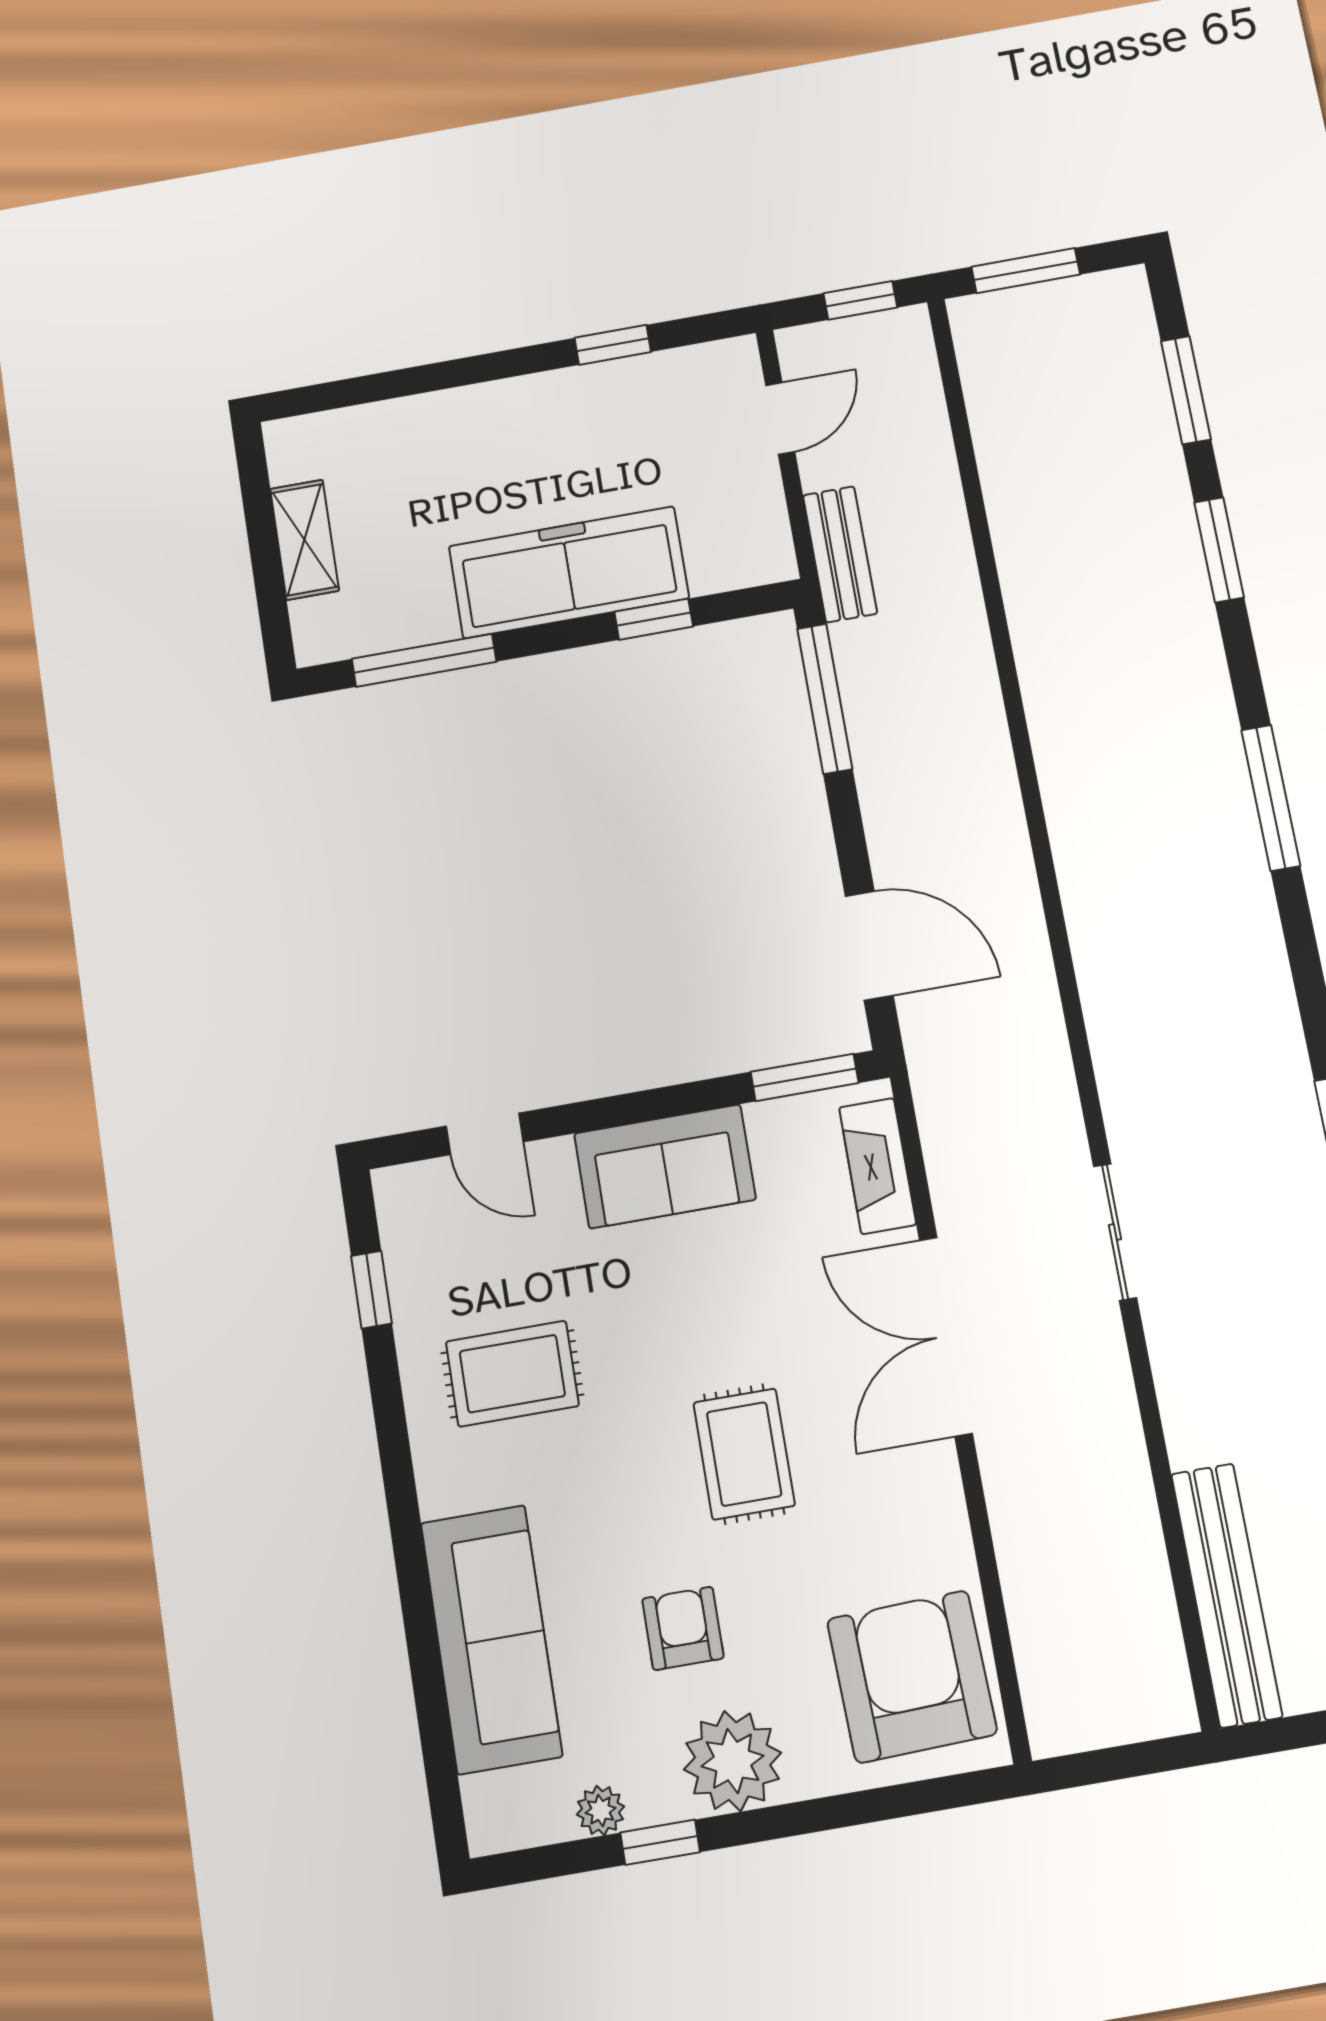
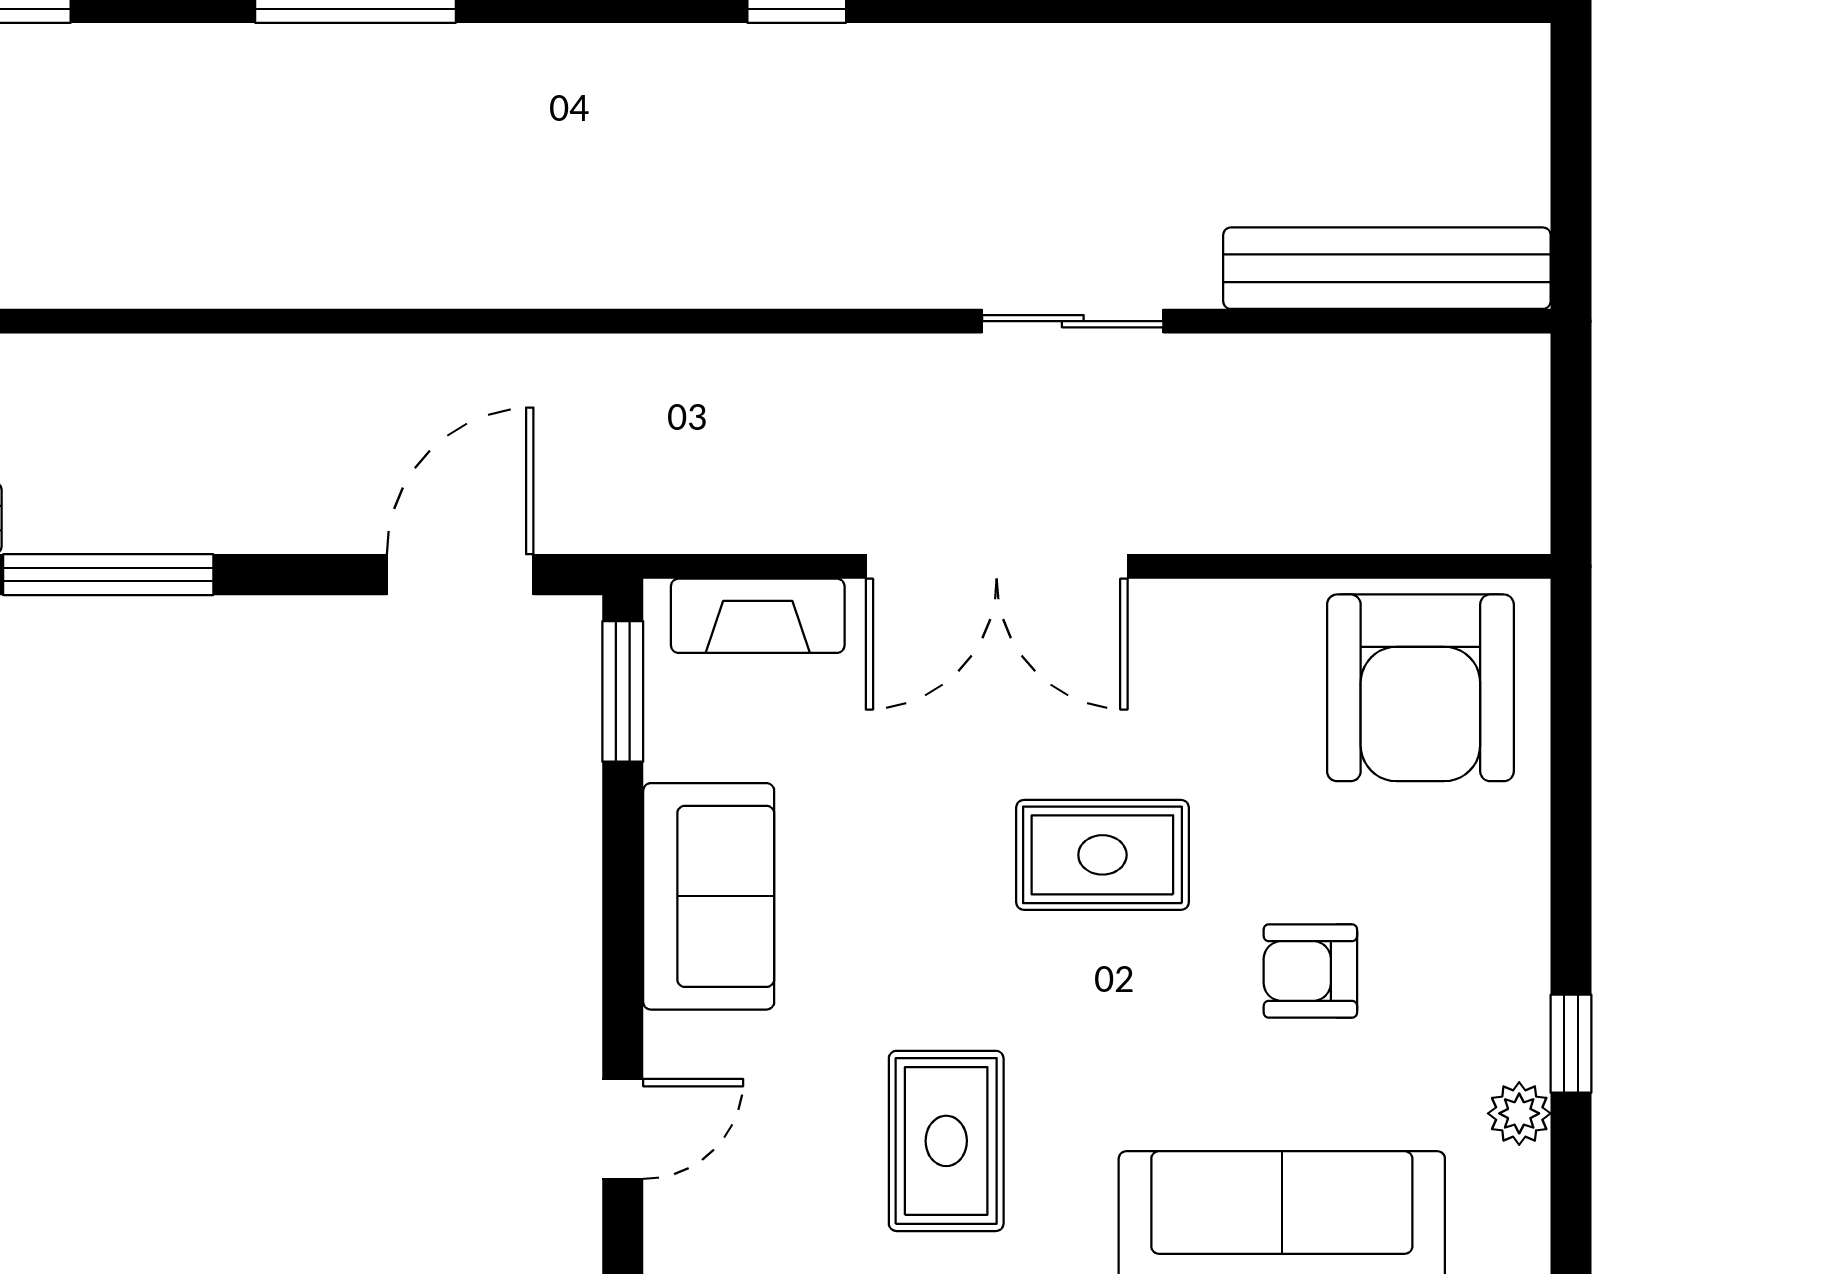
sliding door: (1115, 1232) -> (1073, 321), moved
armchair: (912, 1677) -> (1420, 688), turned -88
plant: (733, 1761) -> (1487, 935), removed

